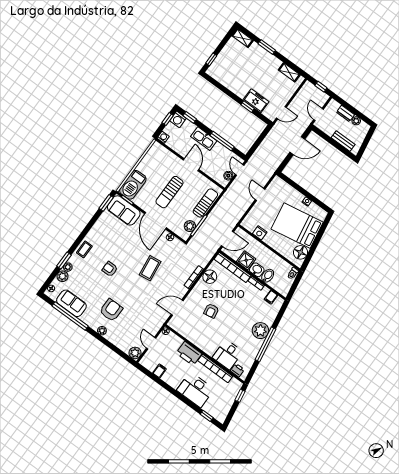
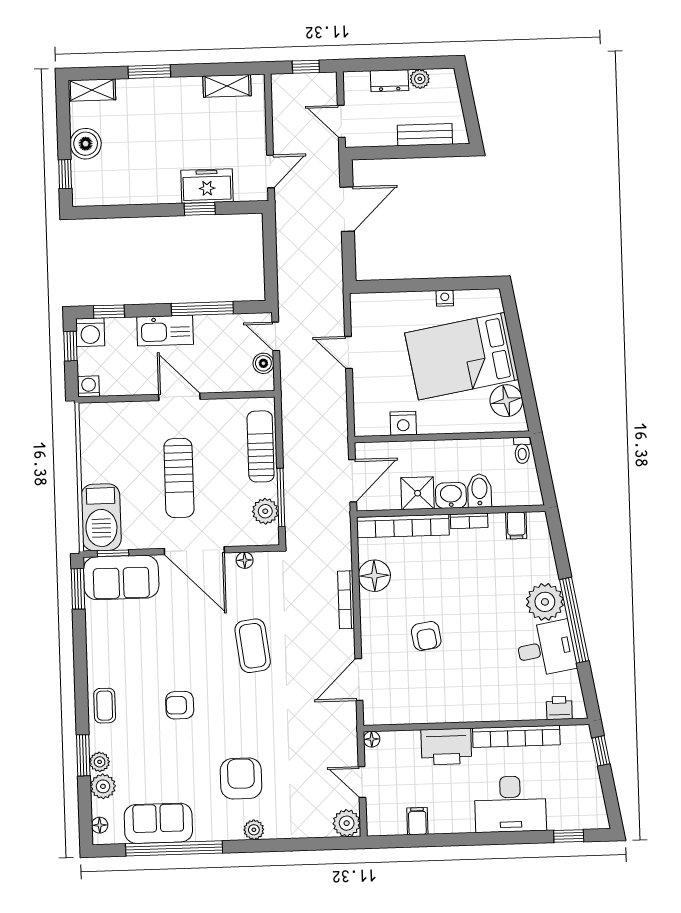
boiler: (226, 55) -> (86, 144), added
desk: (228, 355) -> (546, 649), moved, turned -100

